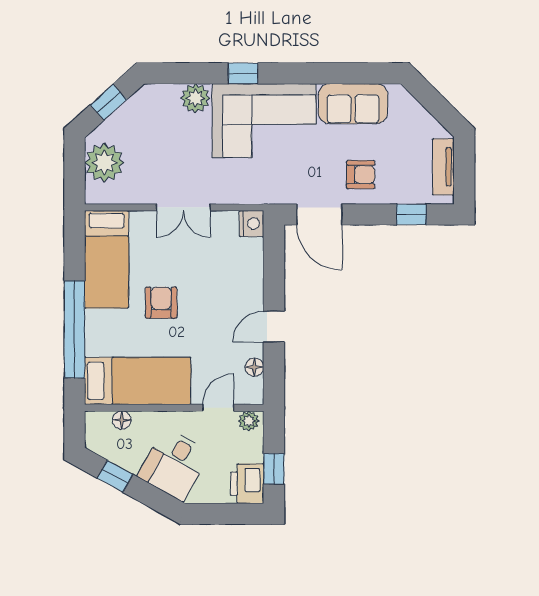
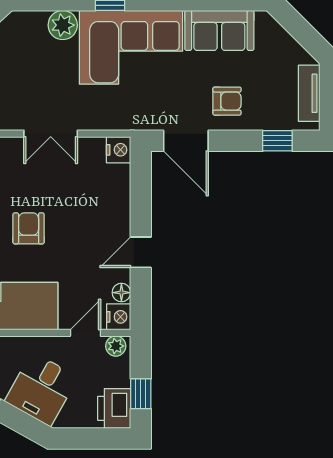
nightstand: (252, 392) -> (119, 317), added

